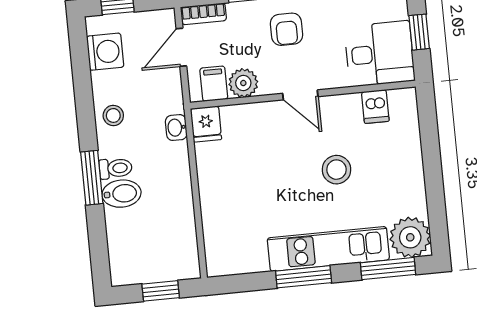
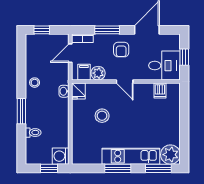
washing machine: (105, 52) -> (61, 156), moved, turned 180
toilet: (116, 168) -> (33, 133), moved
stool: (336, 170) -> (102, 116), moved
bidet: (121, 194) -> (35, 120), removed

